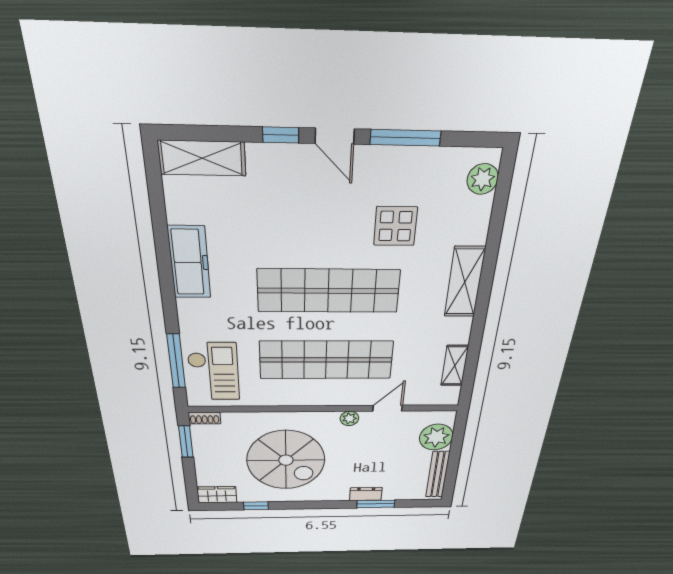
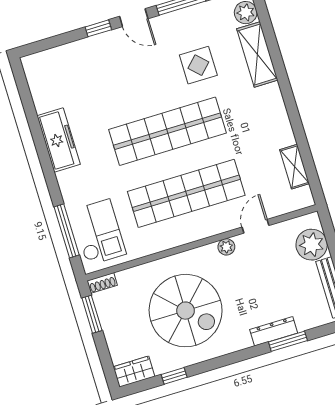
shelving: (202, 158) -> (51, 60), removed
shelving: (465, 282) -> (257, 54), moved
dresser: (366, 494) -> (274, 331), width x1.44

